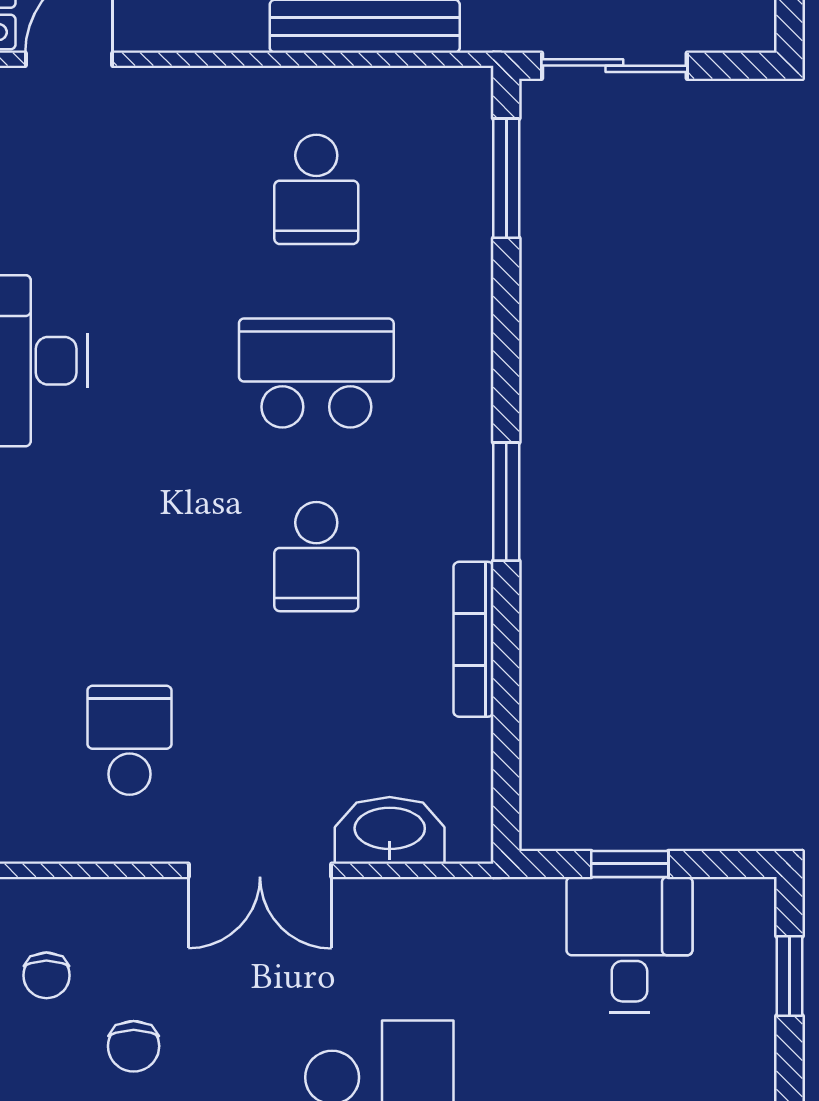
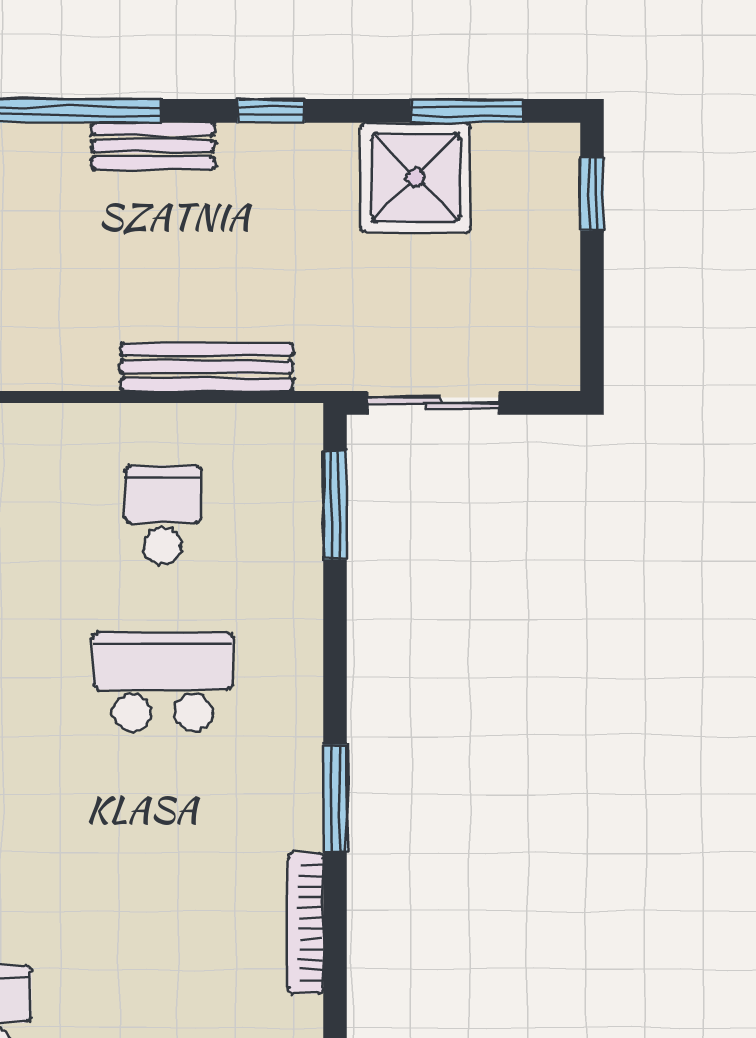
school desk: (316, 189) -> (163, 515), turned 180
school desk: (316, 557) -> (163, 848), removed

